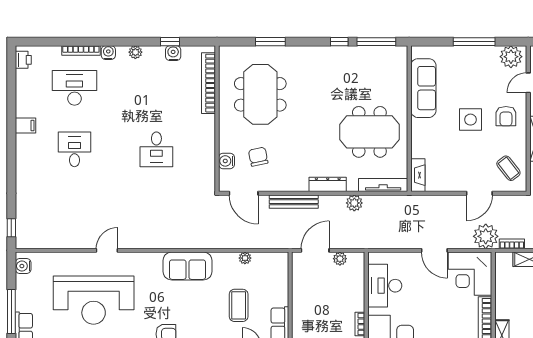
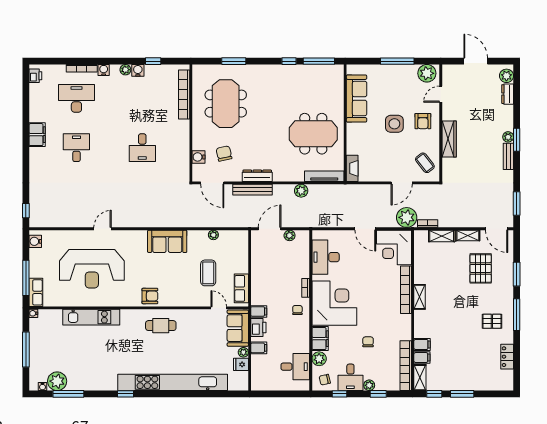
water cooler: (173, 53) -> (138, 70), moved
filing cabinet: (25, 126) -> (37, 135), width x2.00
dresser: (328, 184) -> (257, 176), moved

